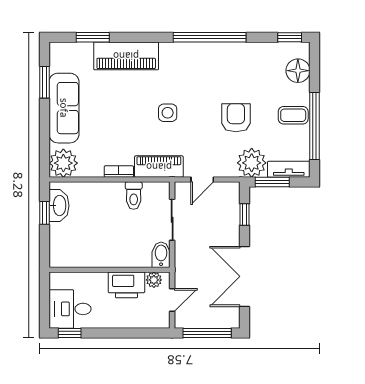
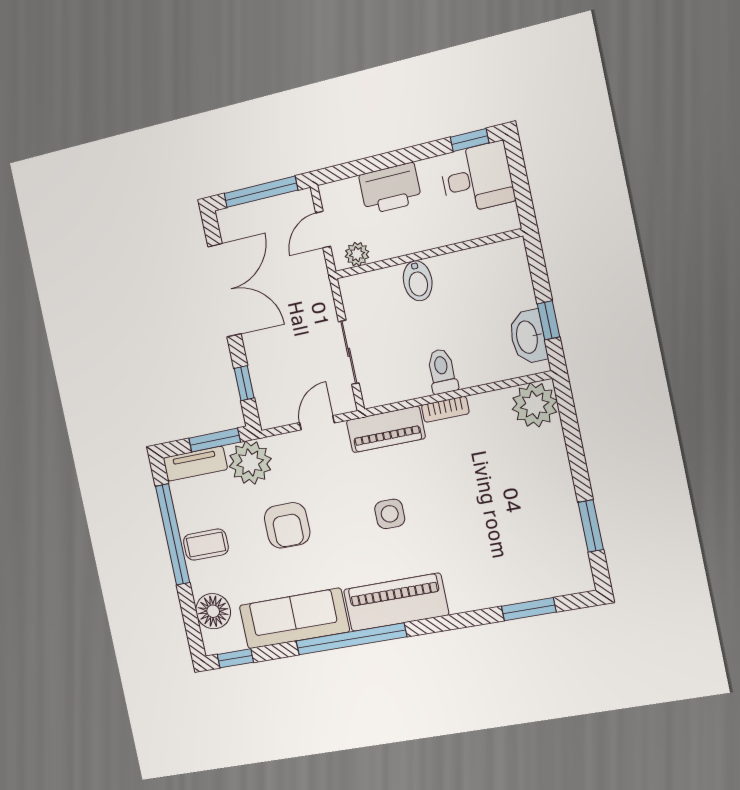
piano: (126, 56) -> (396, 602), moved
sofa: (64, 108) -> (294, 619), moved, turned 90
toilet: (134, 196) -> (442, 371), moved
bidet: (161, 255) -> (418, 281), moved
printer: (126, 285) -> (390, 189), moved, turned 180

